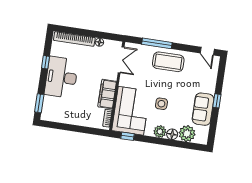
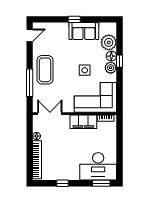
desk: (61, 77) -> (98, 166), moved
window: (127, 136) -> (120, 61), moved

